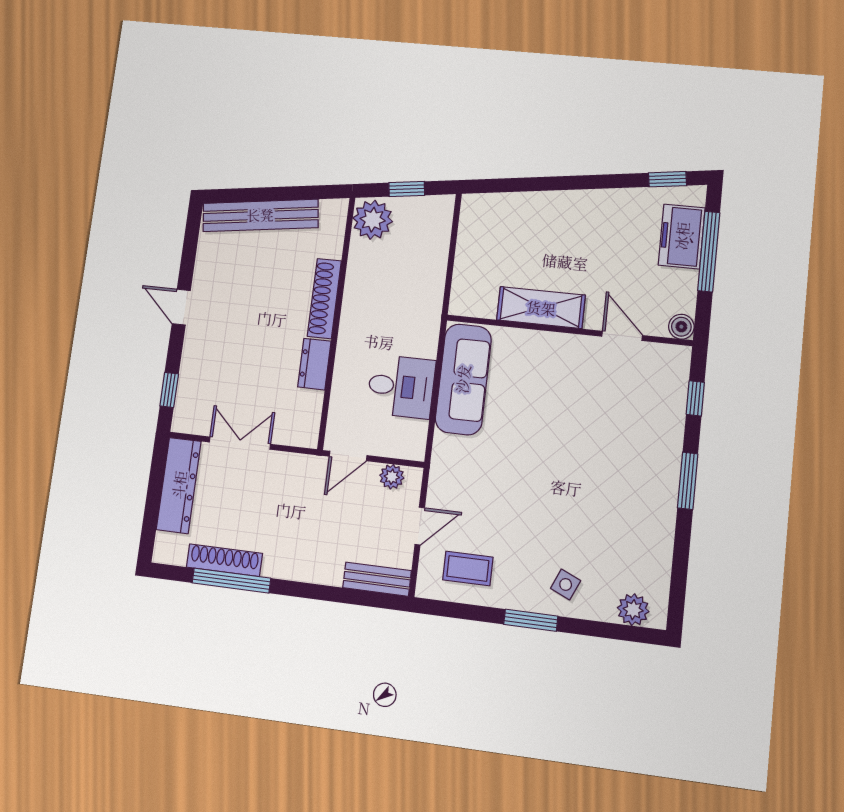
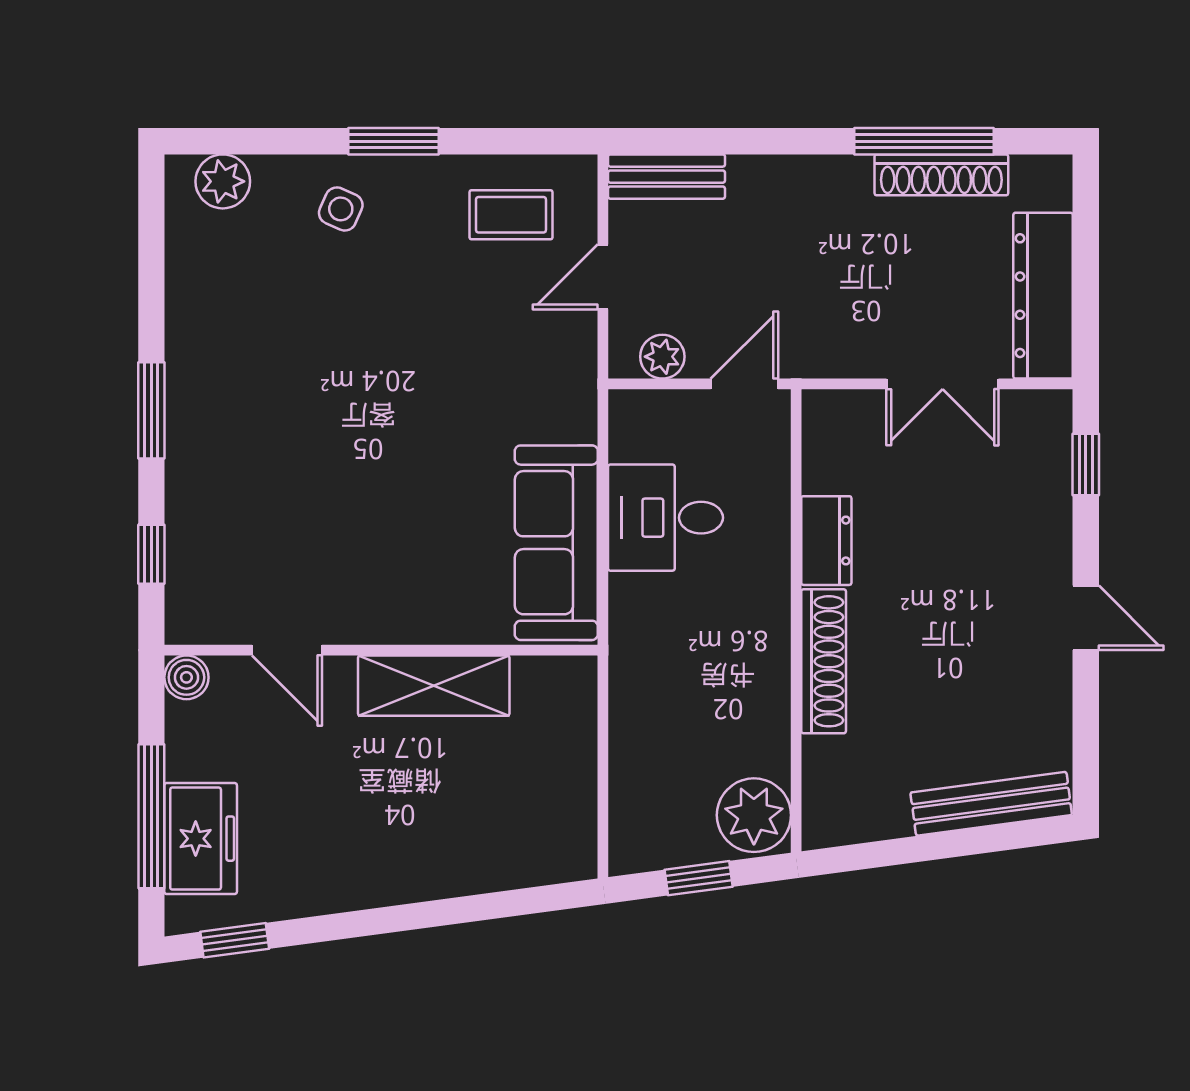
bench: (260, 215) -> (991, 804), width x0.73, depth x0.82

